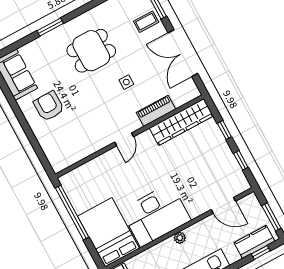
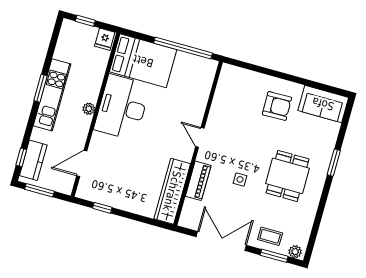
coffee table: (146, 22) -> (270, 236), turned 90
window: (224, 130) -> (136, 217), removed

